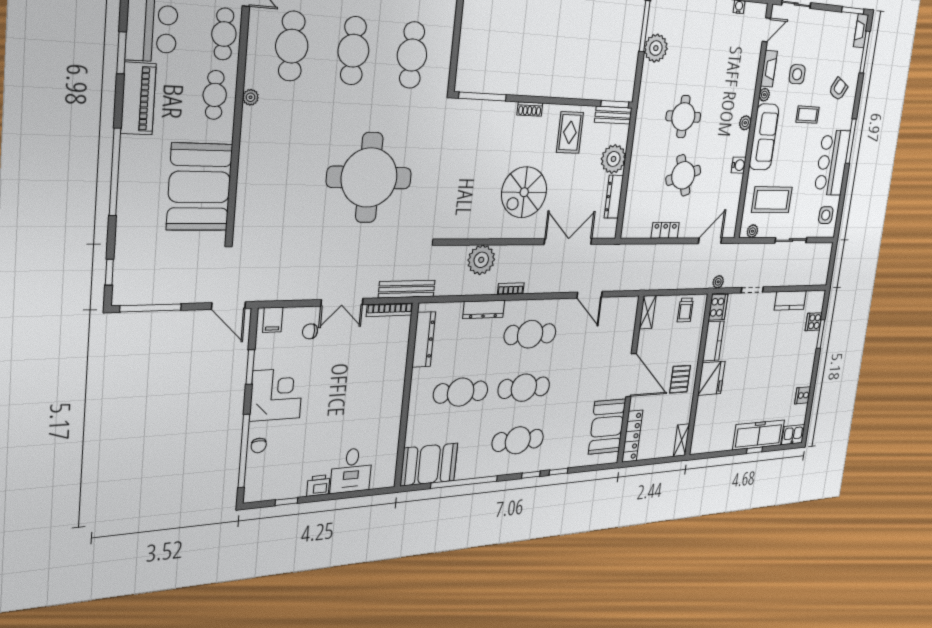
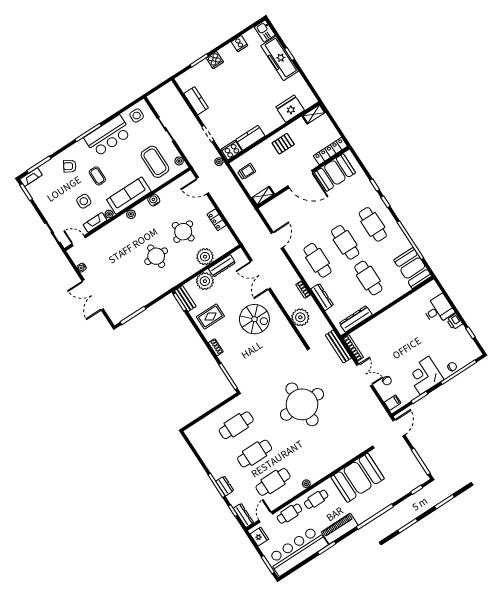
plant: (656, 48) -> (205, 257), moved
cooker: (814, 322) -> (215, 60), moved
door: (631, 375) -> (300, 179), swing flipped
fridge: (711, 378) -> (290, 109), moved

